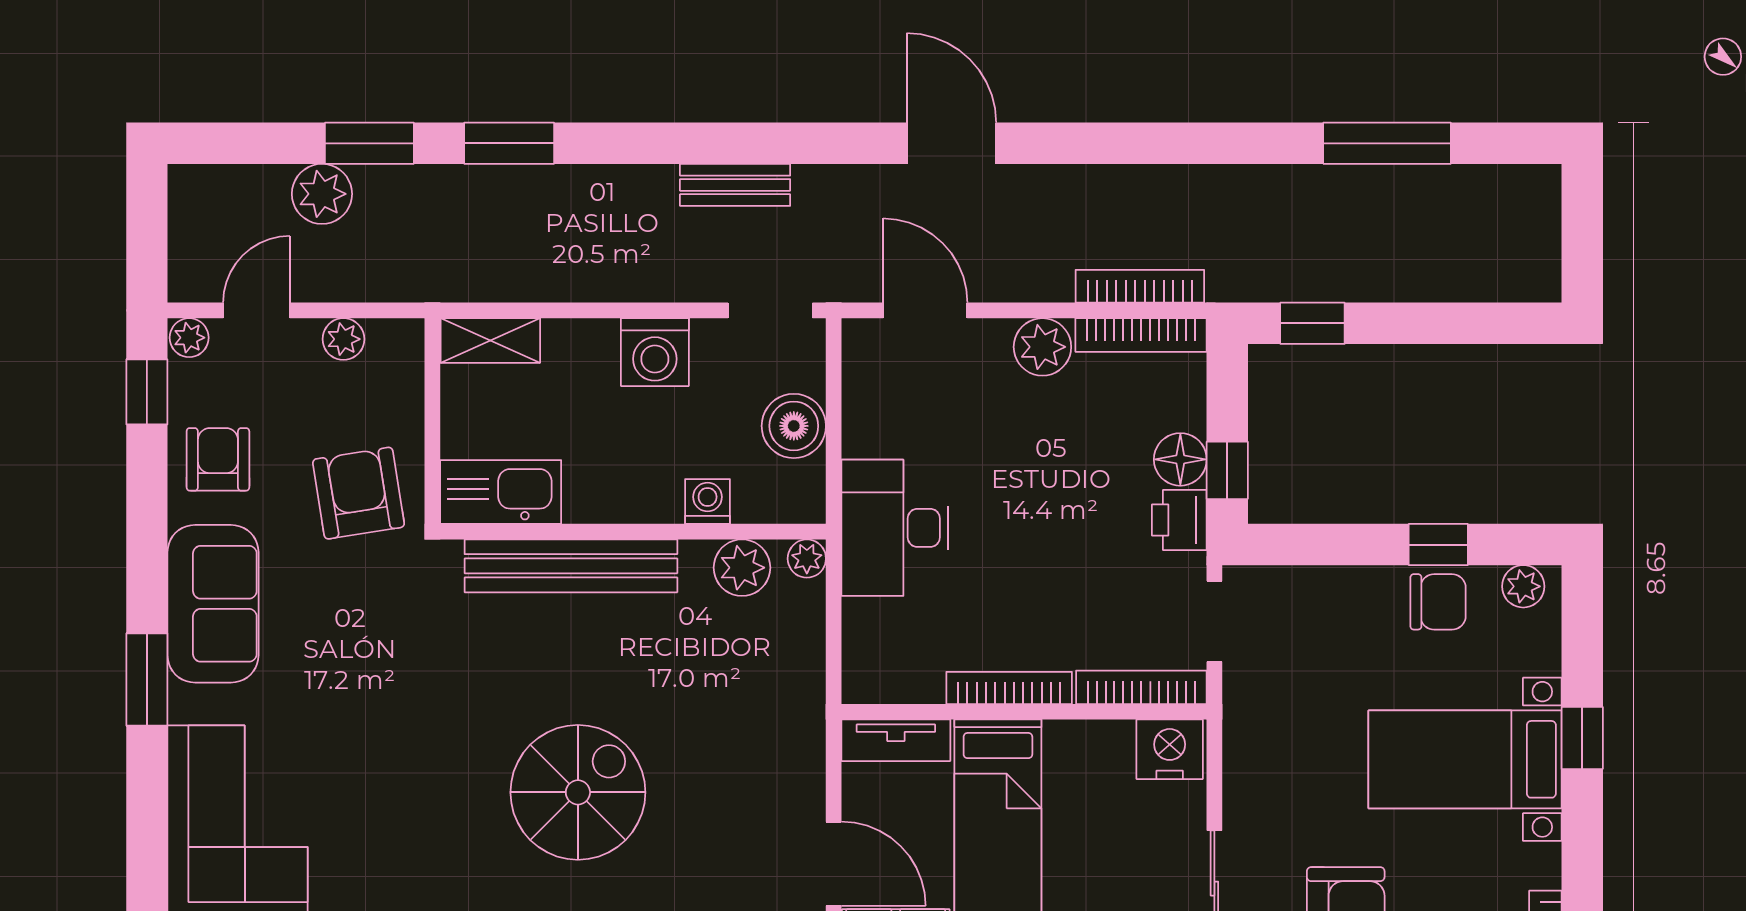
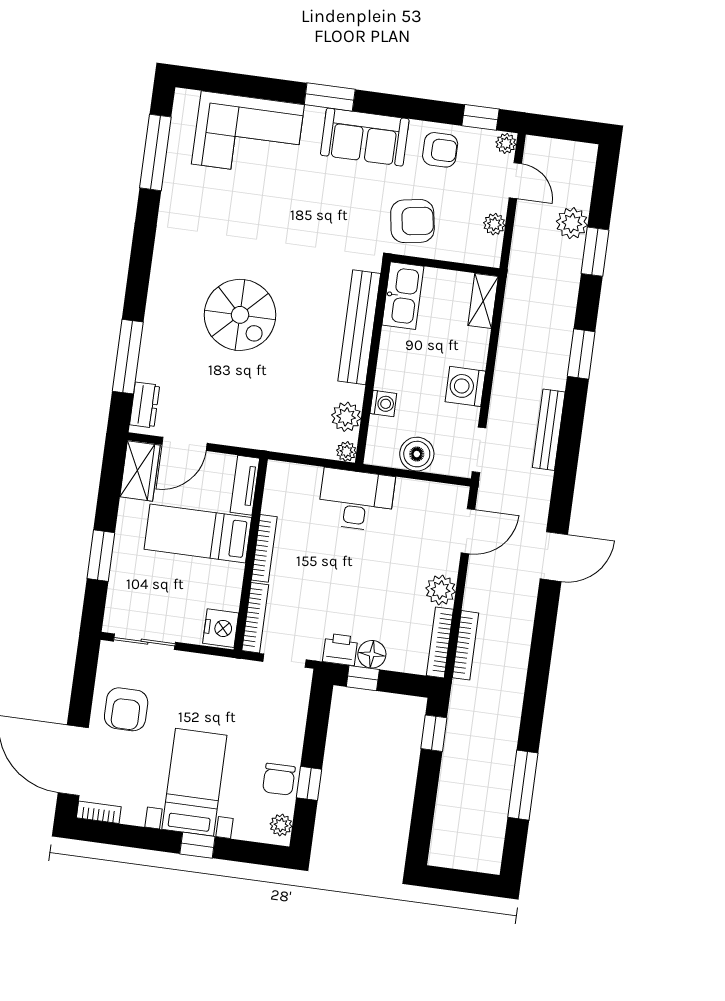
window: (509, 143) -> (581, 354), moved
bench: (735, 185) -> (549, 430), width x1.36

